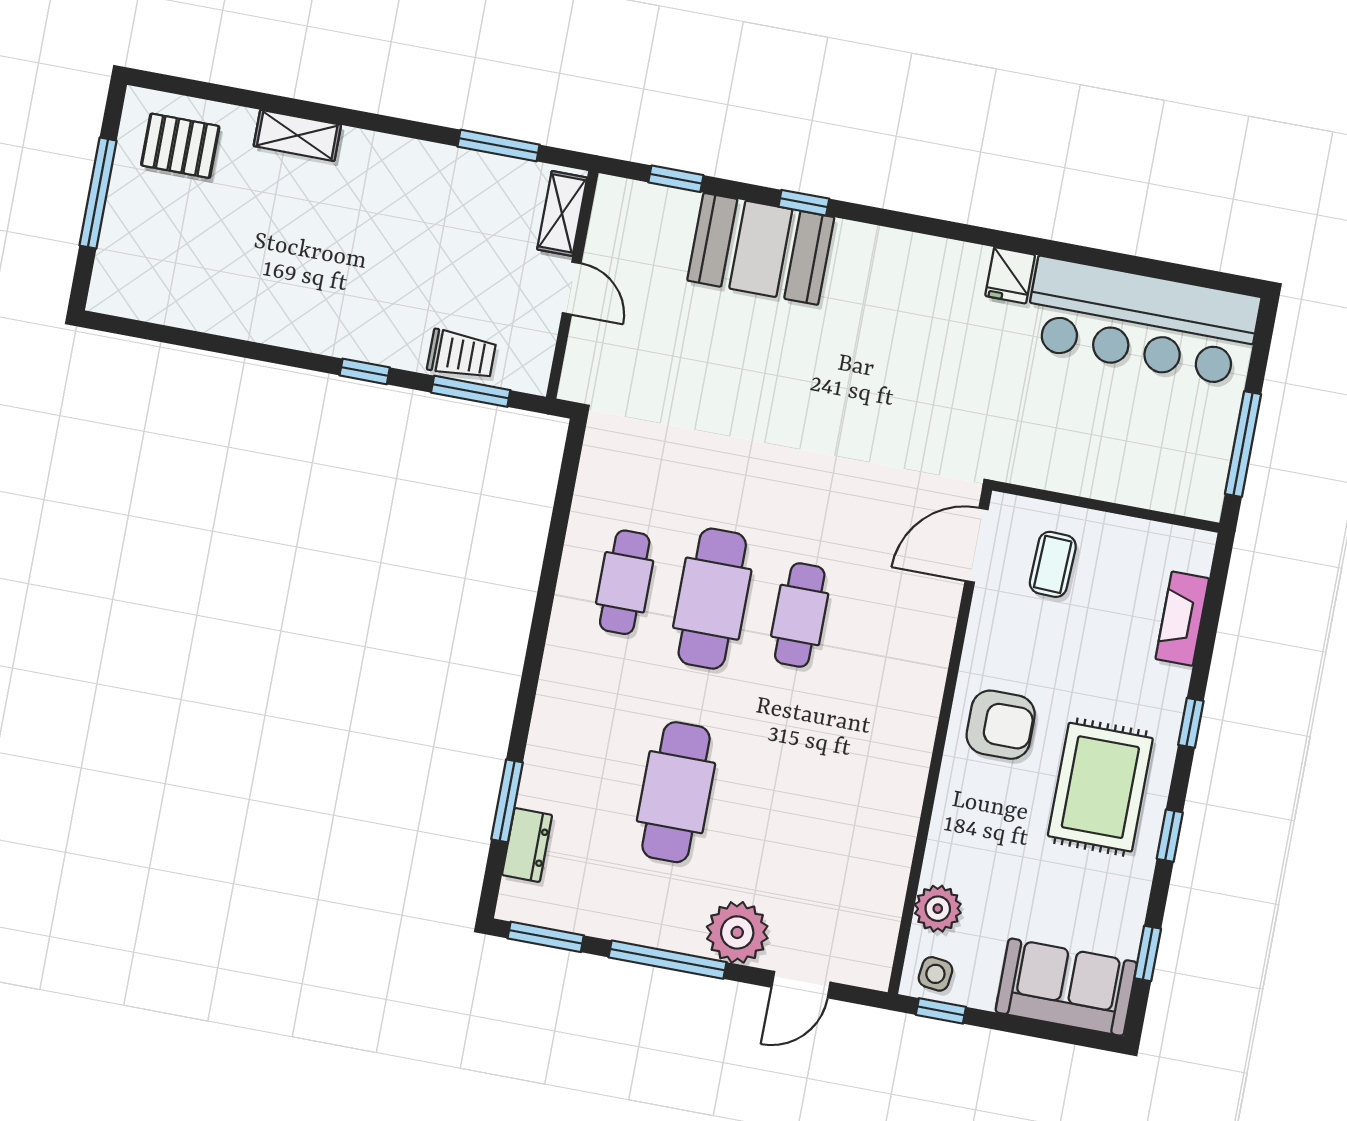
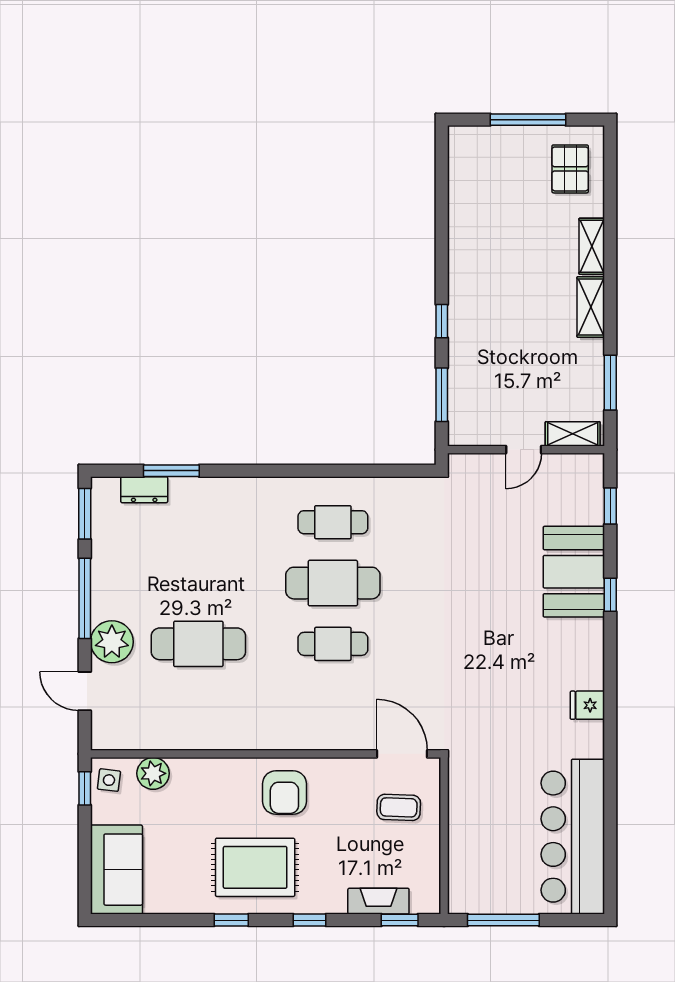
shelving: (384, 153) -> (591, 307), added
fridge: (1010, 275) -> (587, 705), moved
trolley: (462, 355) -> (465, 384), removed
cafe table: (676, 792) -> (198, 644), moved
window: (1148, 953) -> (400, 920), moved

